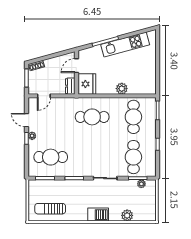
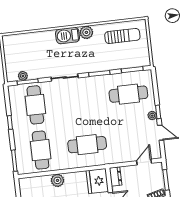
plant: (127, 215) -> (86, 32), moved

